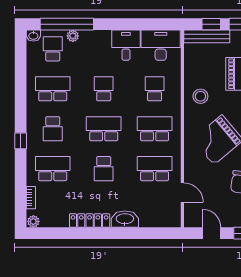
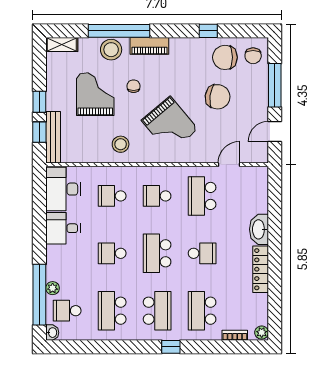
school desk: (53, 129) -> (157, 311), width x1.85
school desk: (155, 129) -> (157, 196), width x0.54

